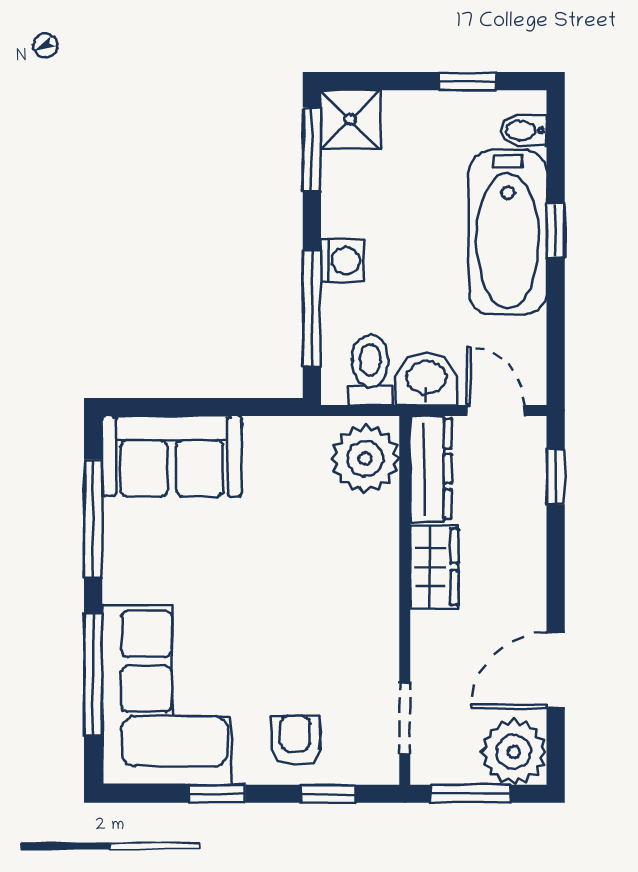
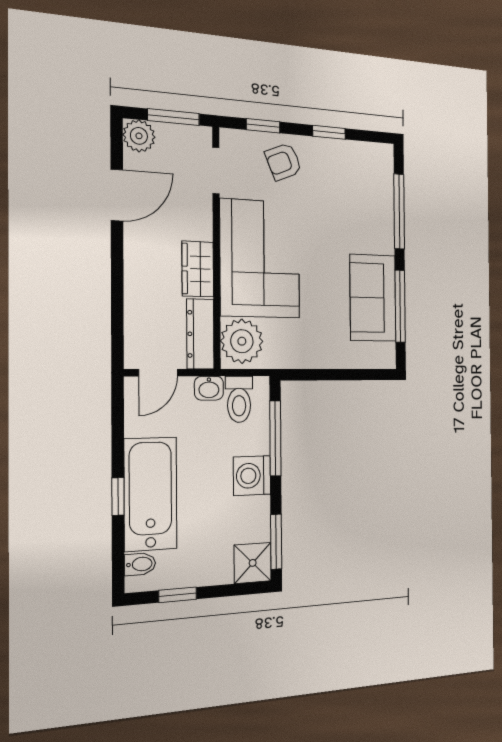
washing machine: (342, 261) -> (252, 476), width x1.38, depth x1.38
washbasin: (426, 379) -> (209, 388), width x0.72, depth x0.69
door: (496, 411) -> (158, 373), hinge flipped
sofa: (172, 456) -> (373, 298), moved, turned -90
window: (556, 477) -> (117, 327), removed
corner sofa: (166, 695) -> (260, 259), moved, turned 180
armchair: (295, 740) -> (283, 162), turned 67
plant: (514, 752) -> (139, 136), width x0.73, depth x0.73

